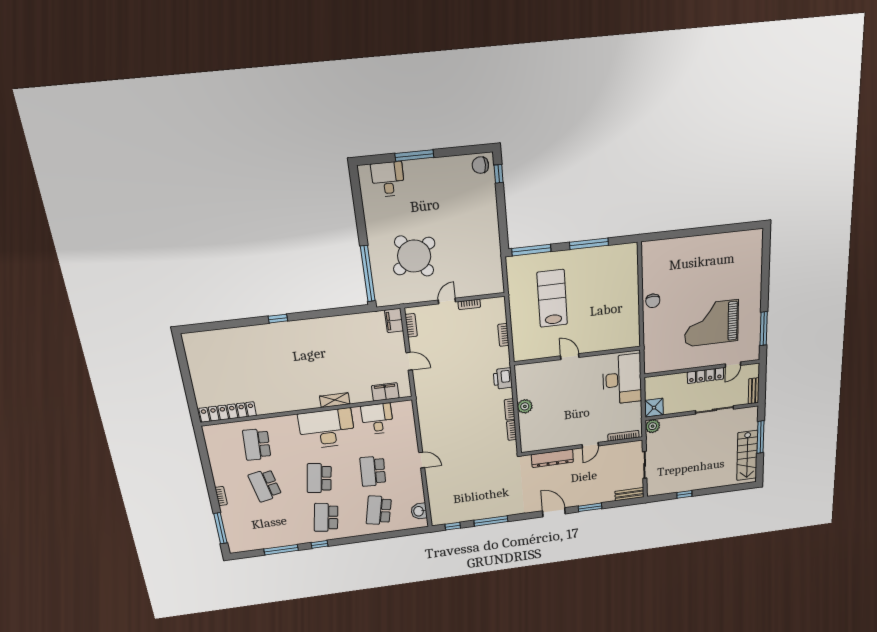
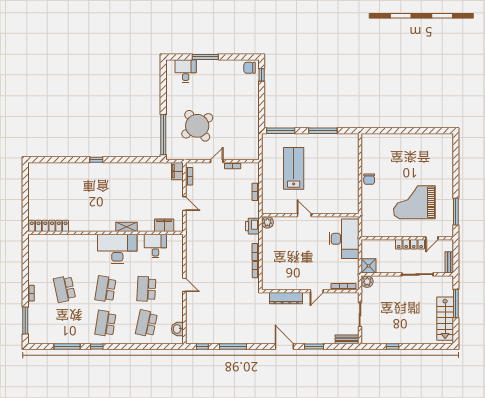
plant: (525, 406) -> (267, 222), moved
school desk: (257, 444) -> (65, 255), removed

